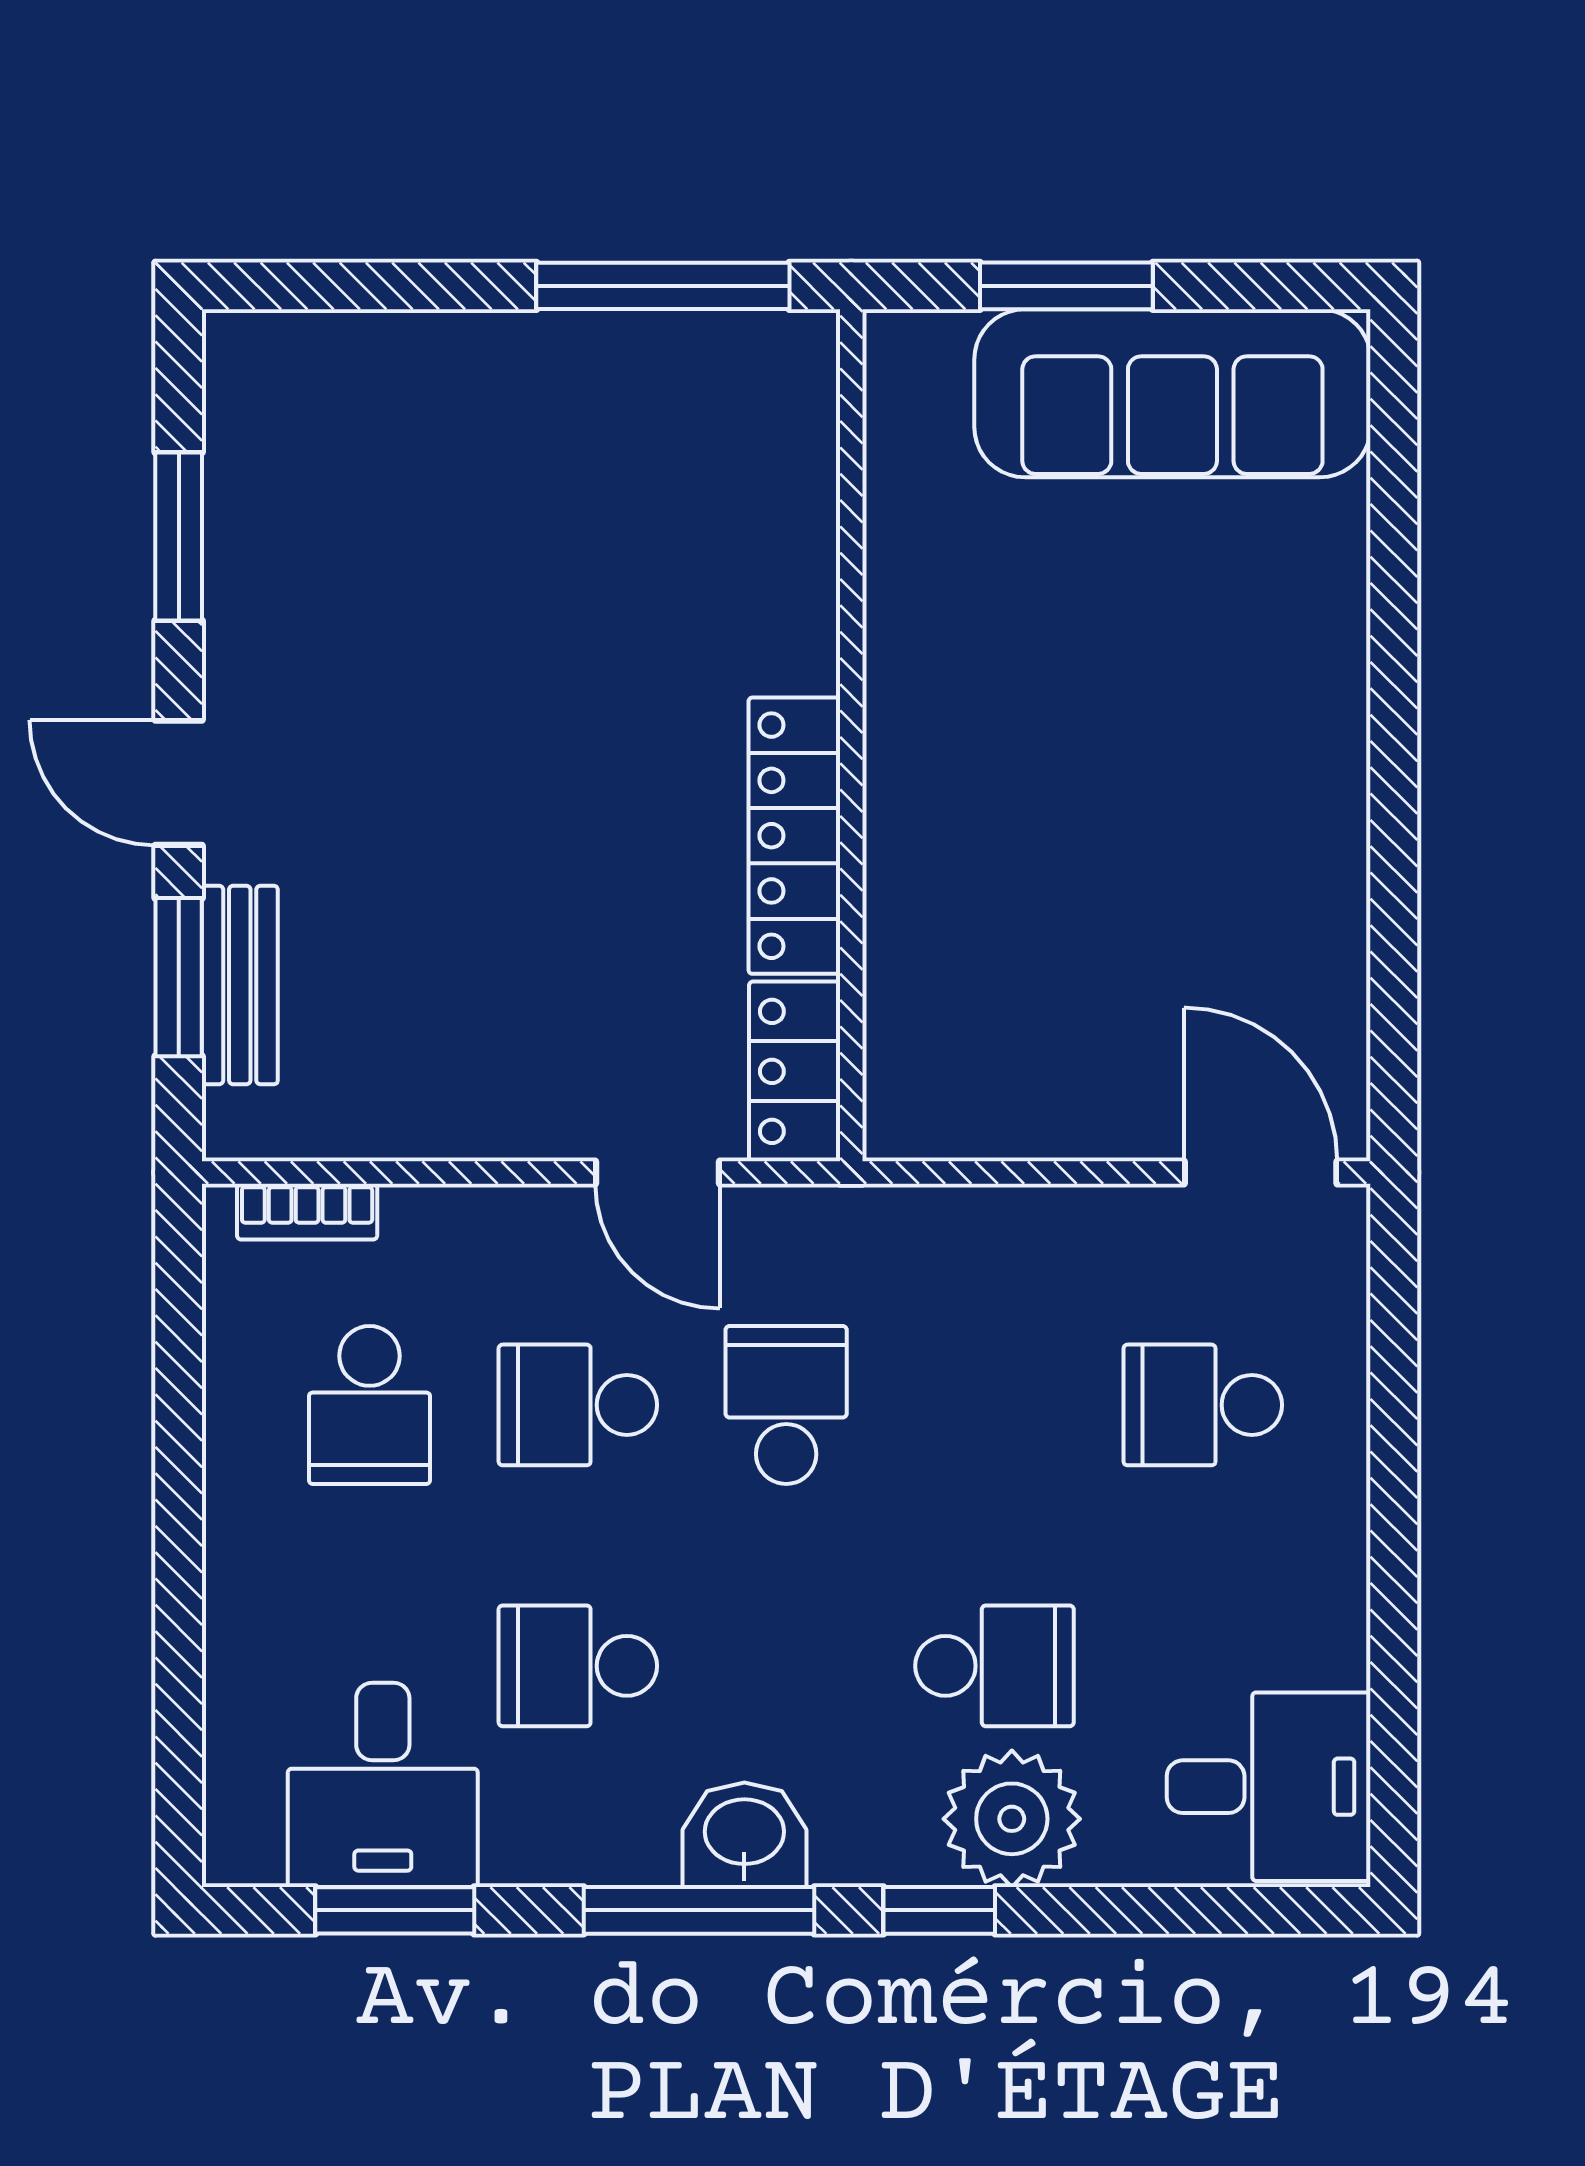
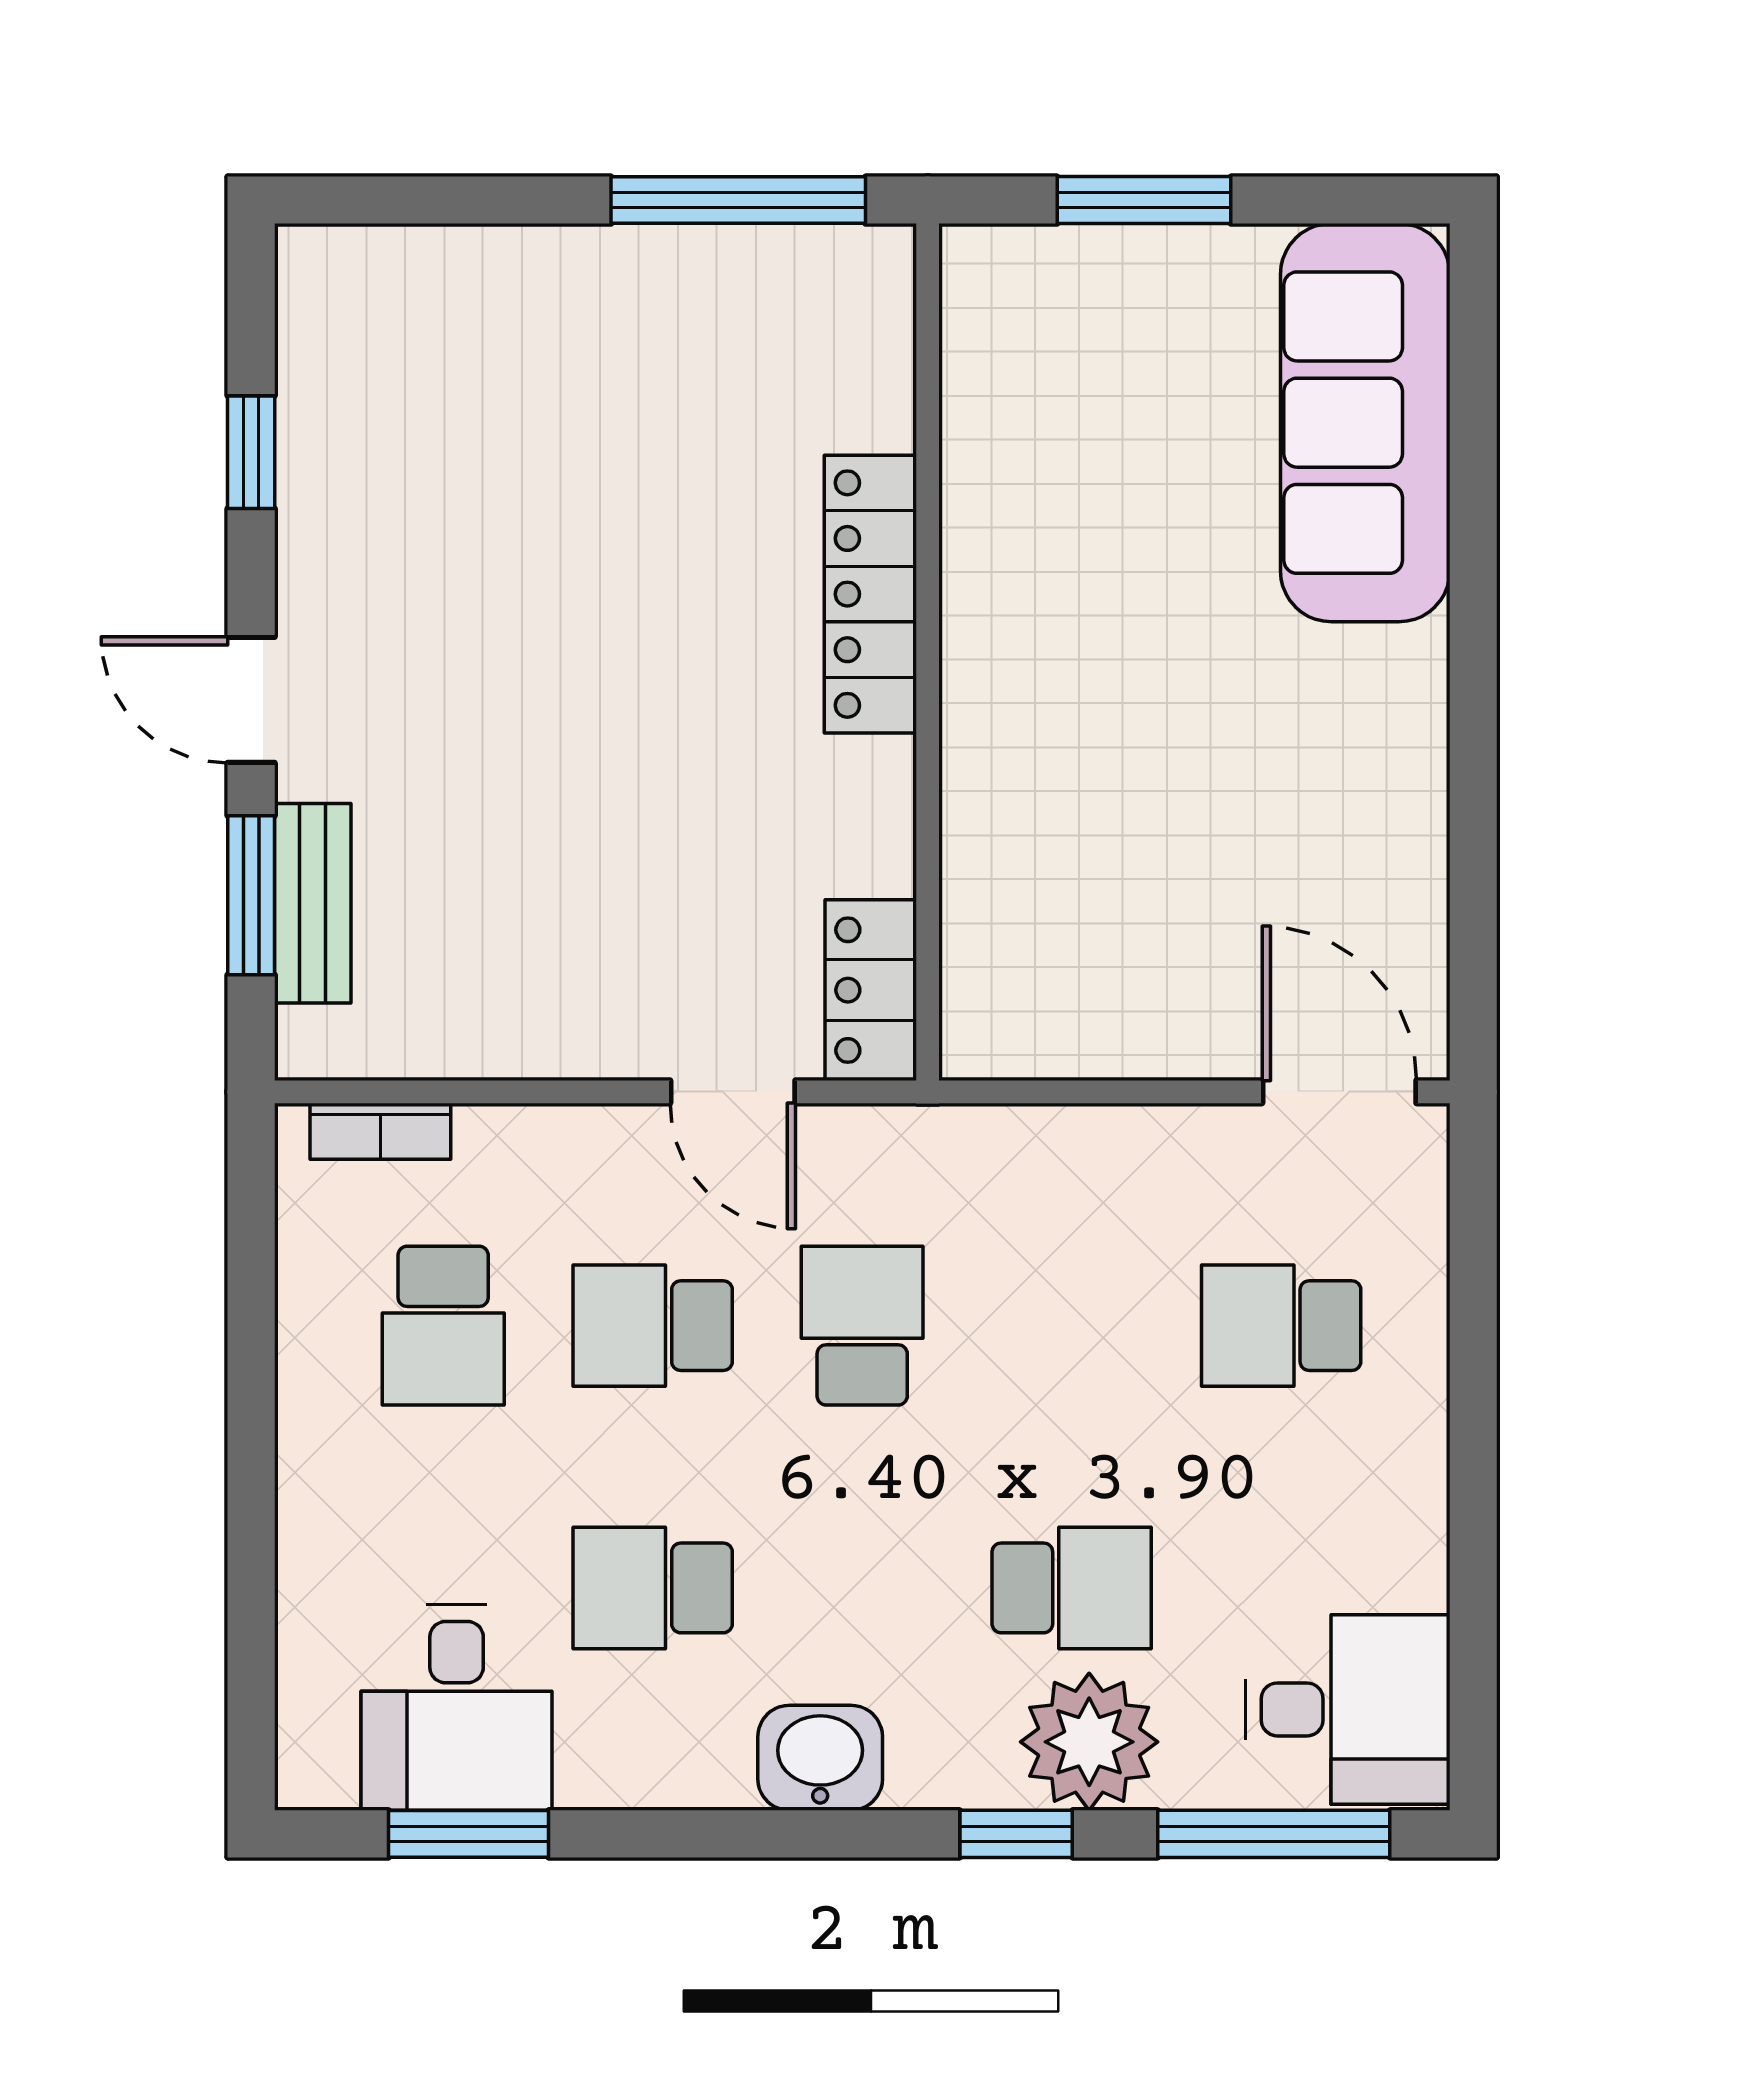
sofa: (1172, 393) -> (1365, 423), moved, turned 90
window: (179, 536) -> (251, 452), width x0.67
locker: (794, 836) -> (870, 594), moved
window: (699, 1910) -> (1274, 1834), moved

